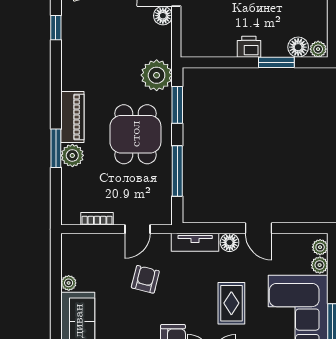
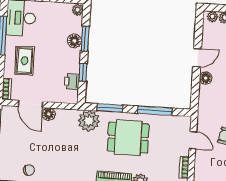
printer: (249, 47) -> (72, 81), moved
floor lamp: (298, 47) -> (74, 41), moved
window: (227, 62) -> (83, 73), added
tv unit: (195, 242) -> (204, 101), removed

